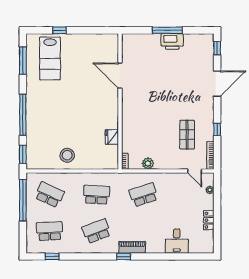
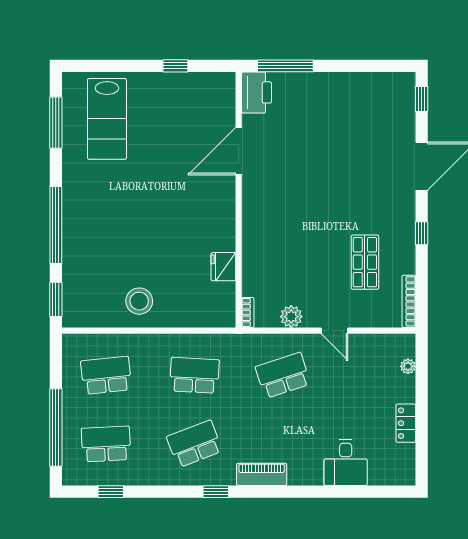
window: (60, 30) -> (175, 66), moved
window: (167, 30) -> (285, 66), moved
printer: (172, 41) -> (257, 92), moved, turned -90
door: (120, 76) -> (239, 151), hinge flipped
window: (217, 130) -> (422, 233), moved
door: (195, 171) -> (334, 331), moved
school desk: (50, 195) -> (106, 375), turned -30
window: (23, 200) -> (56, 427), moved
window: (124, 256) -> (216, 492), moved

